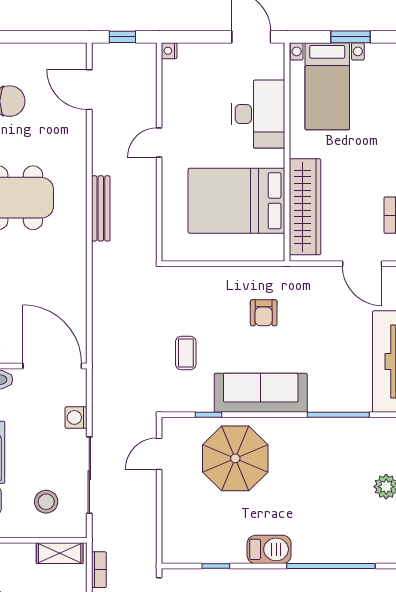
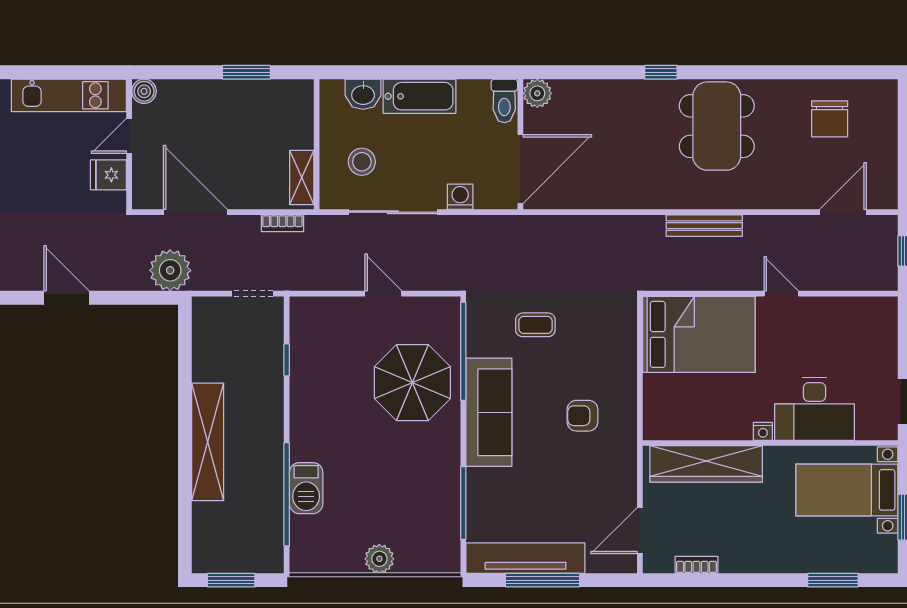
nightstand: (169, 51) -> (763, 431), moved, turned 180
bed: (236, 201) -> (699, 334), moved, turned 90
window: (208, 415) -> (463, 351), width x3.17
door: (159, 454) -> (383, 294), moved
barbecue: (269, 549) -> (306, 488), moved

